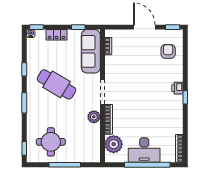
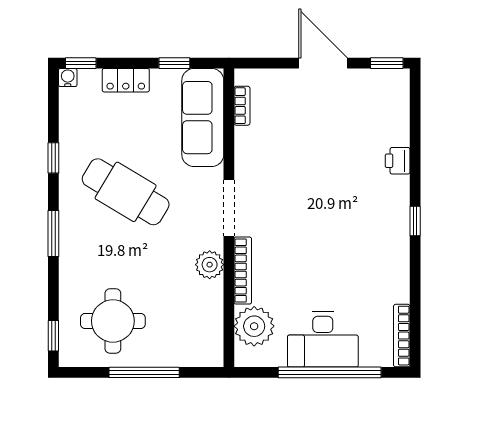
armchair: (168, 51) -> (377, 118), removed
printer: (177, 88) -> (398, 161), moved

